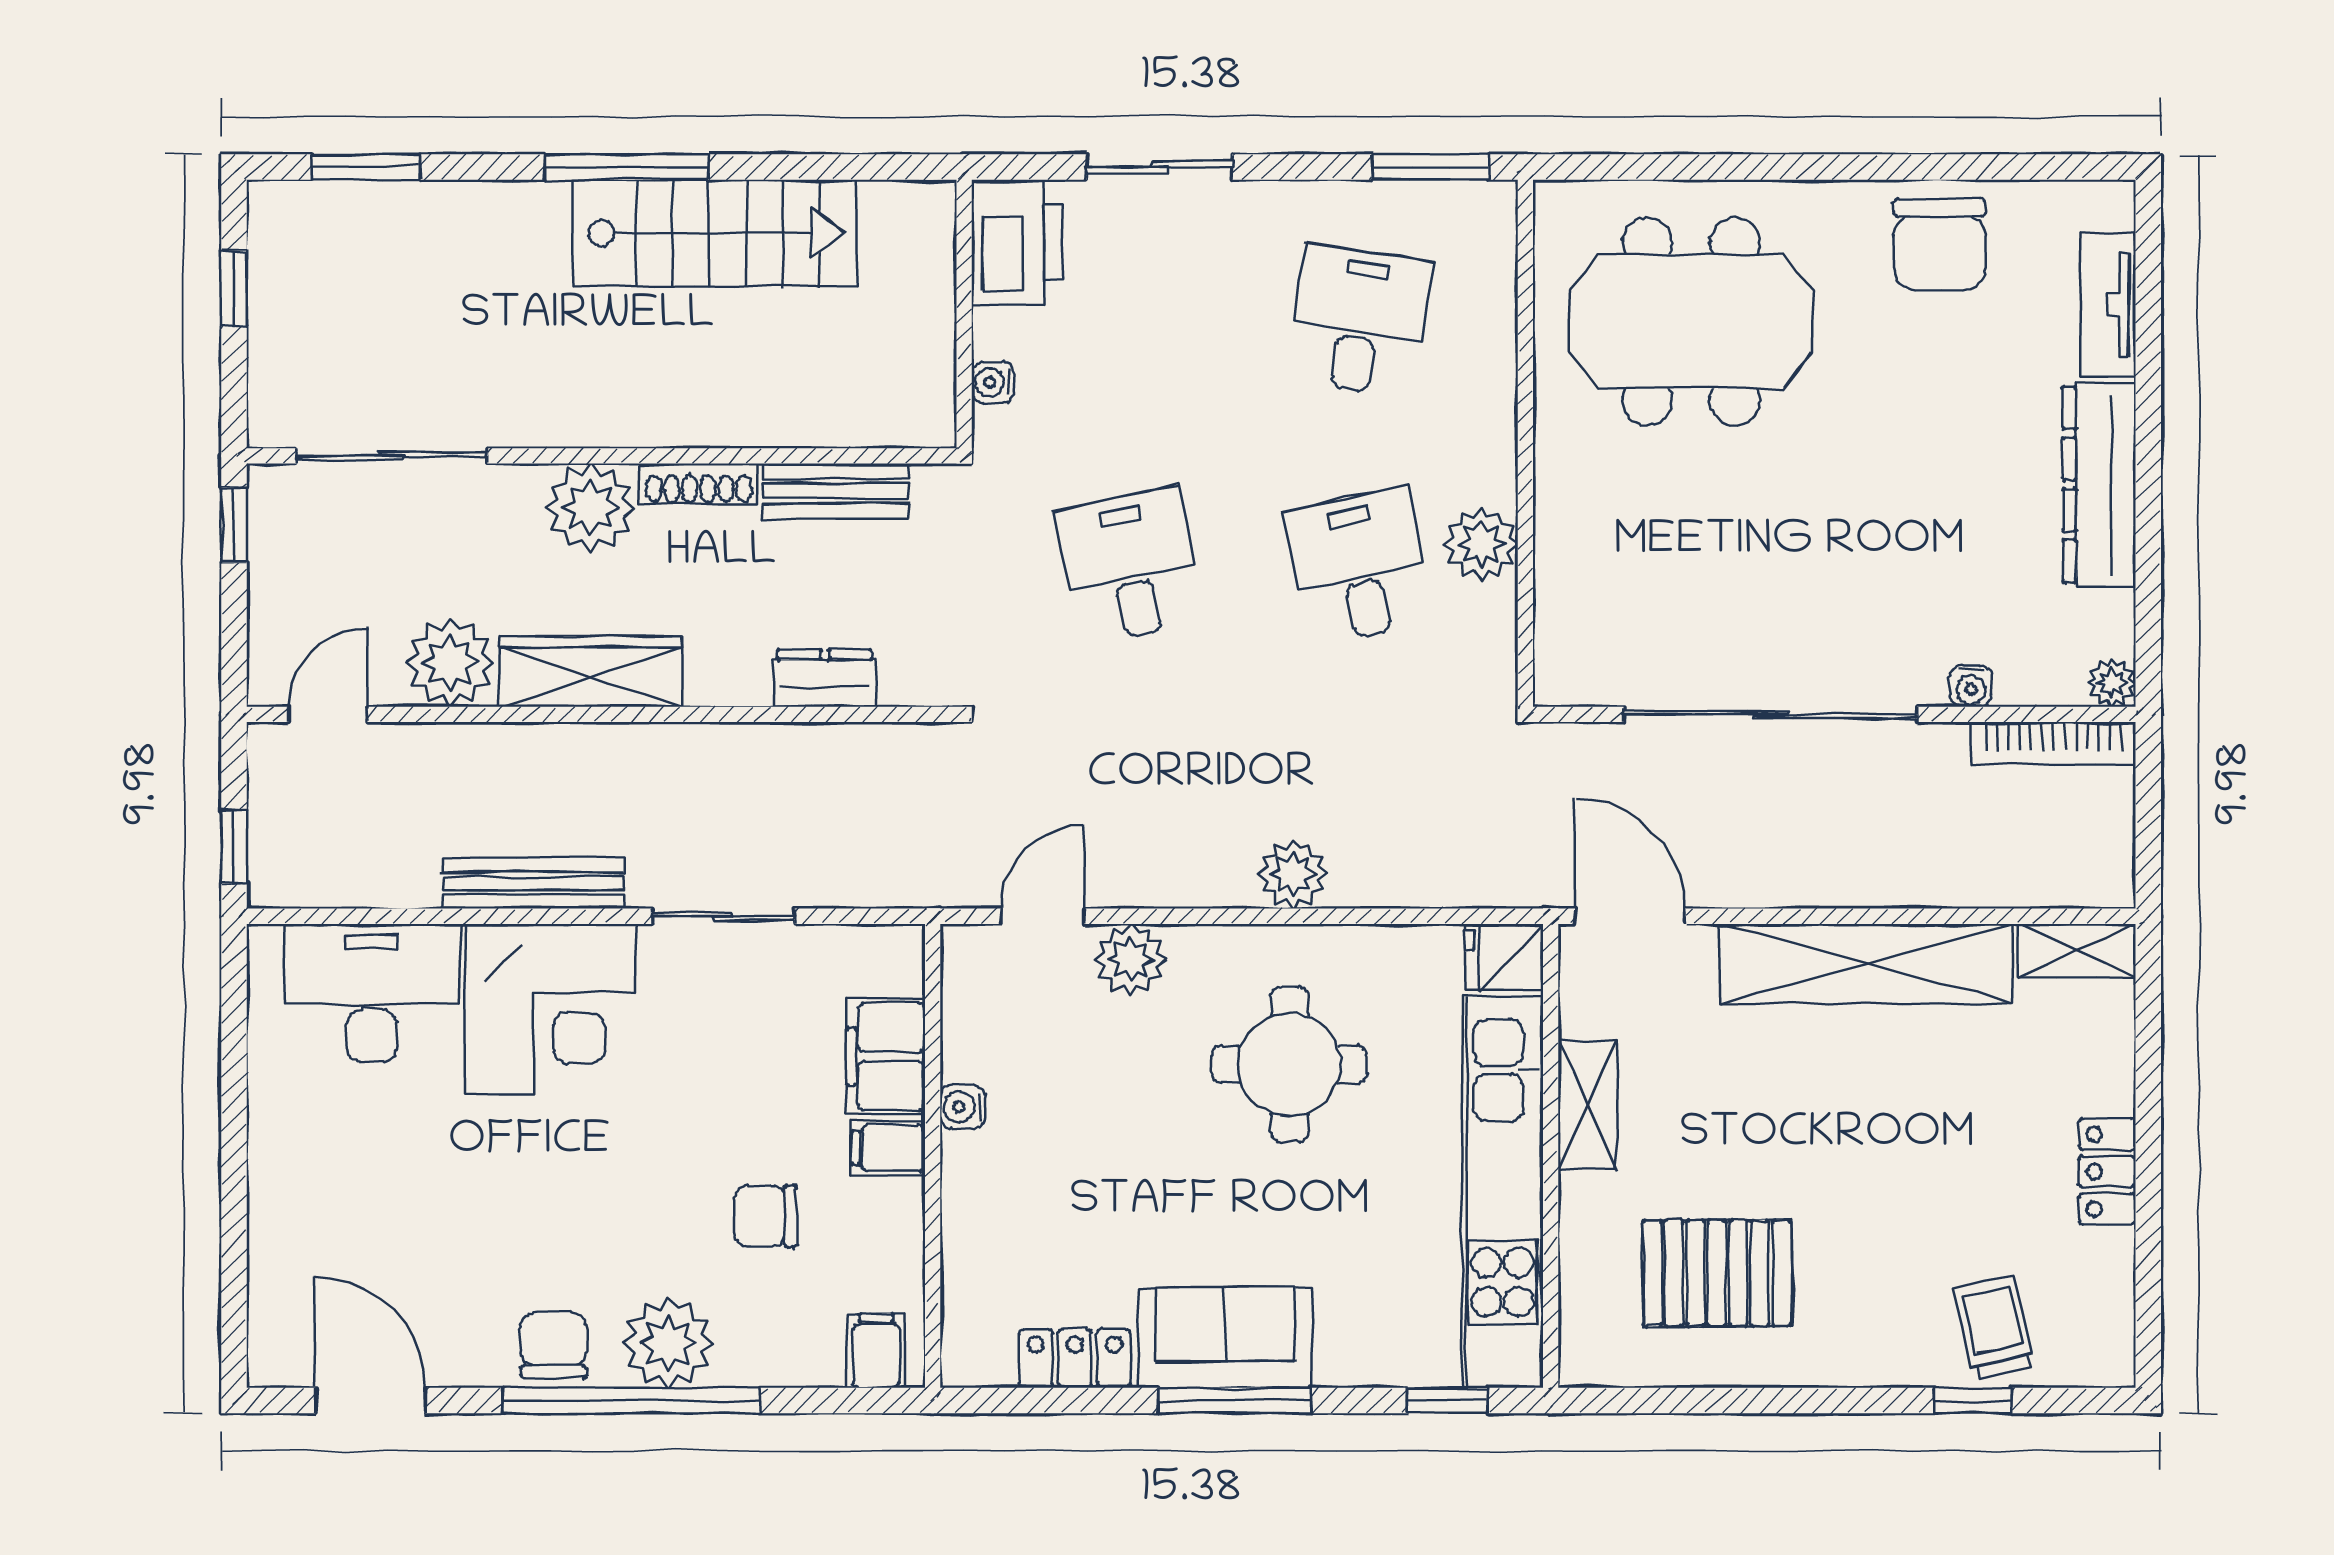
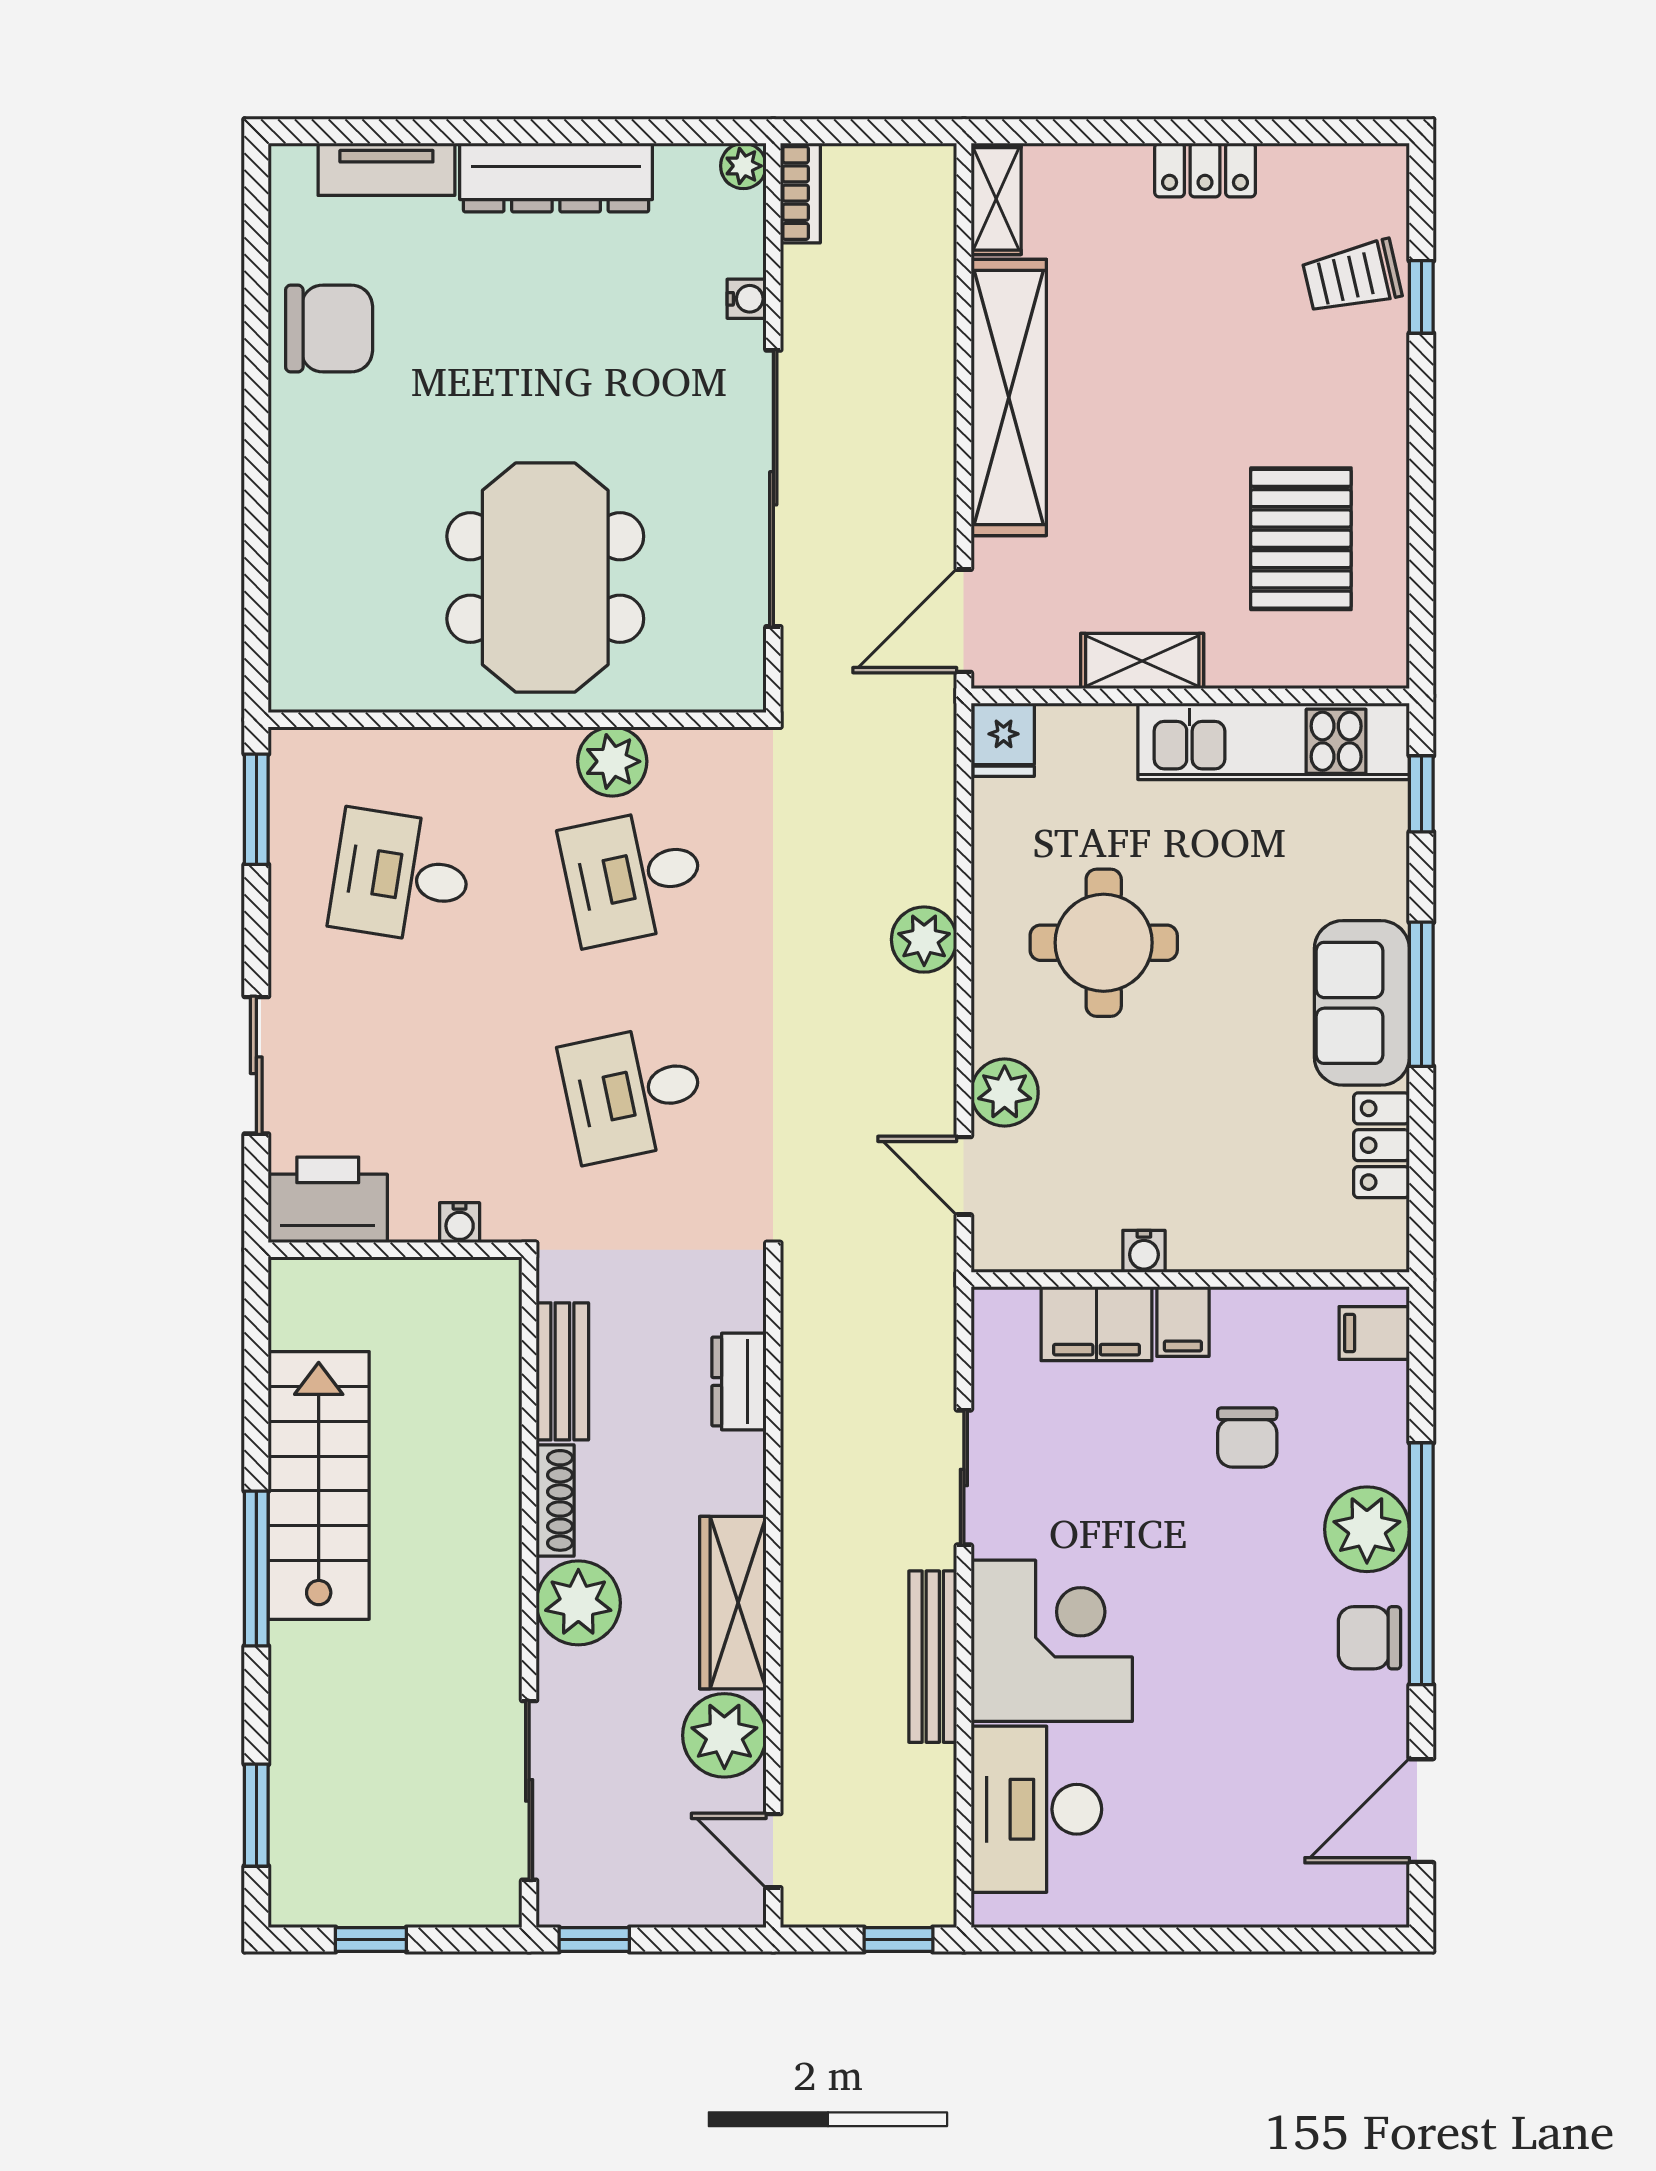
meeting table: (1691, 321) -> (545, 578), moved
bookcase: (2053, 743) -> (800, 193), width x0.64
kitchen unit: (1502, 1192) -> (1274, 741), width x0.73

